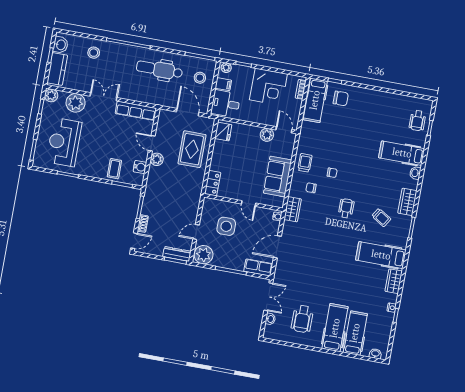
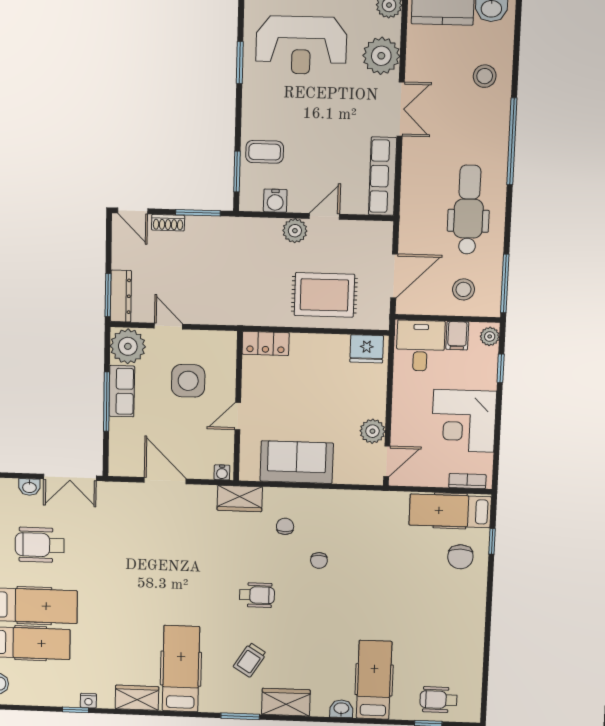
reception desk: (64, 142) -> (301, 45), turned 180
trolley: (305, 163) -> (330, 509), removed
row of seats: (258, 268) -> (122, 391), moved

